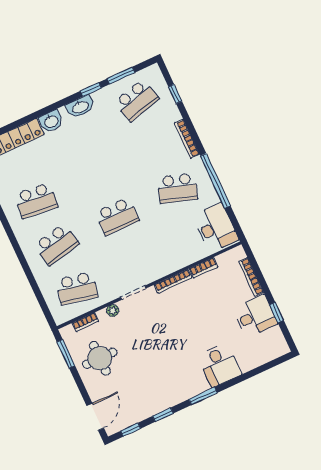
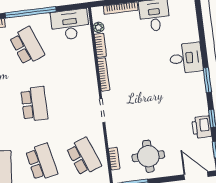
school desk: (178, 188) -> (27, 46), turned -39
school desk: (77, 288) -> (84, 157), turned -33
plant: (113, 310) -> (98, 27), moved
printer: (150, 406) -> (202, 127), added

